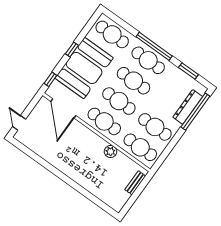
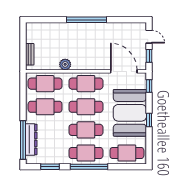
window: (31, 106) -> (149, 56), added
window: (63, 177) -> (86, 20), added

